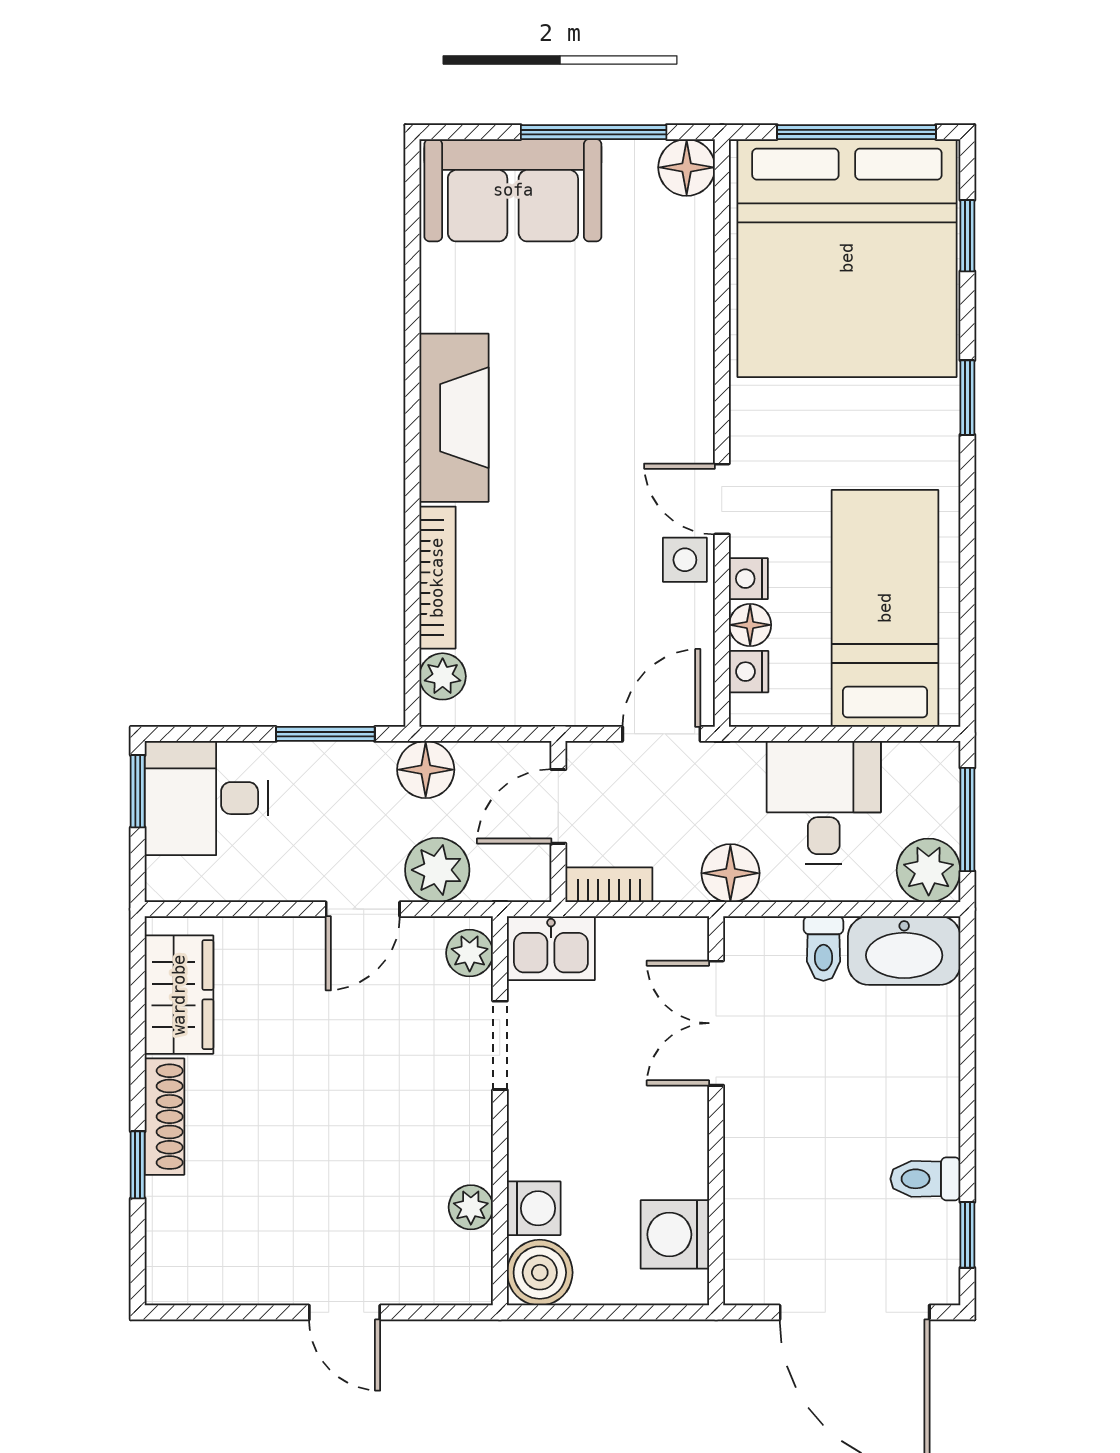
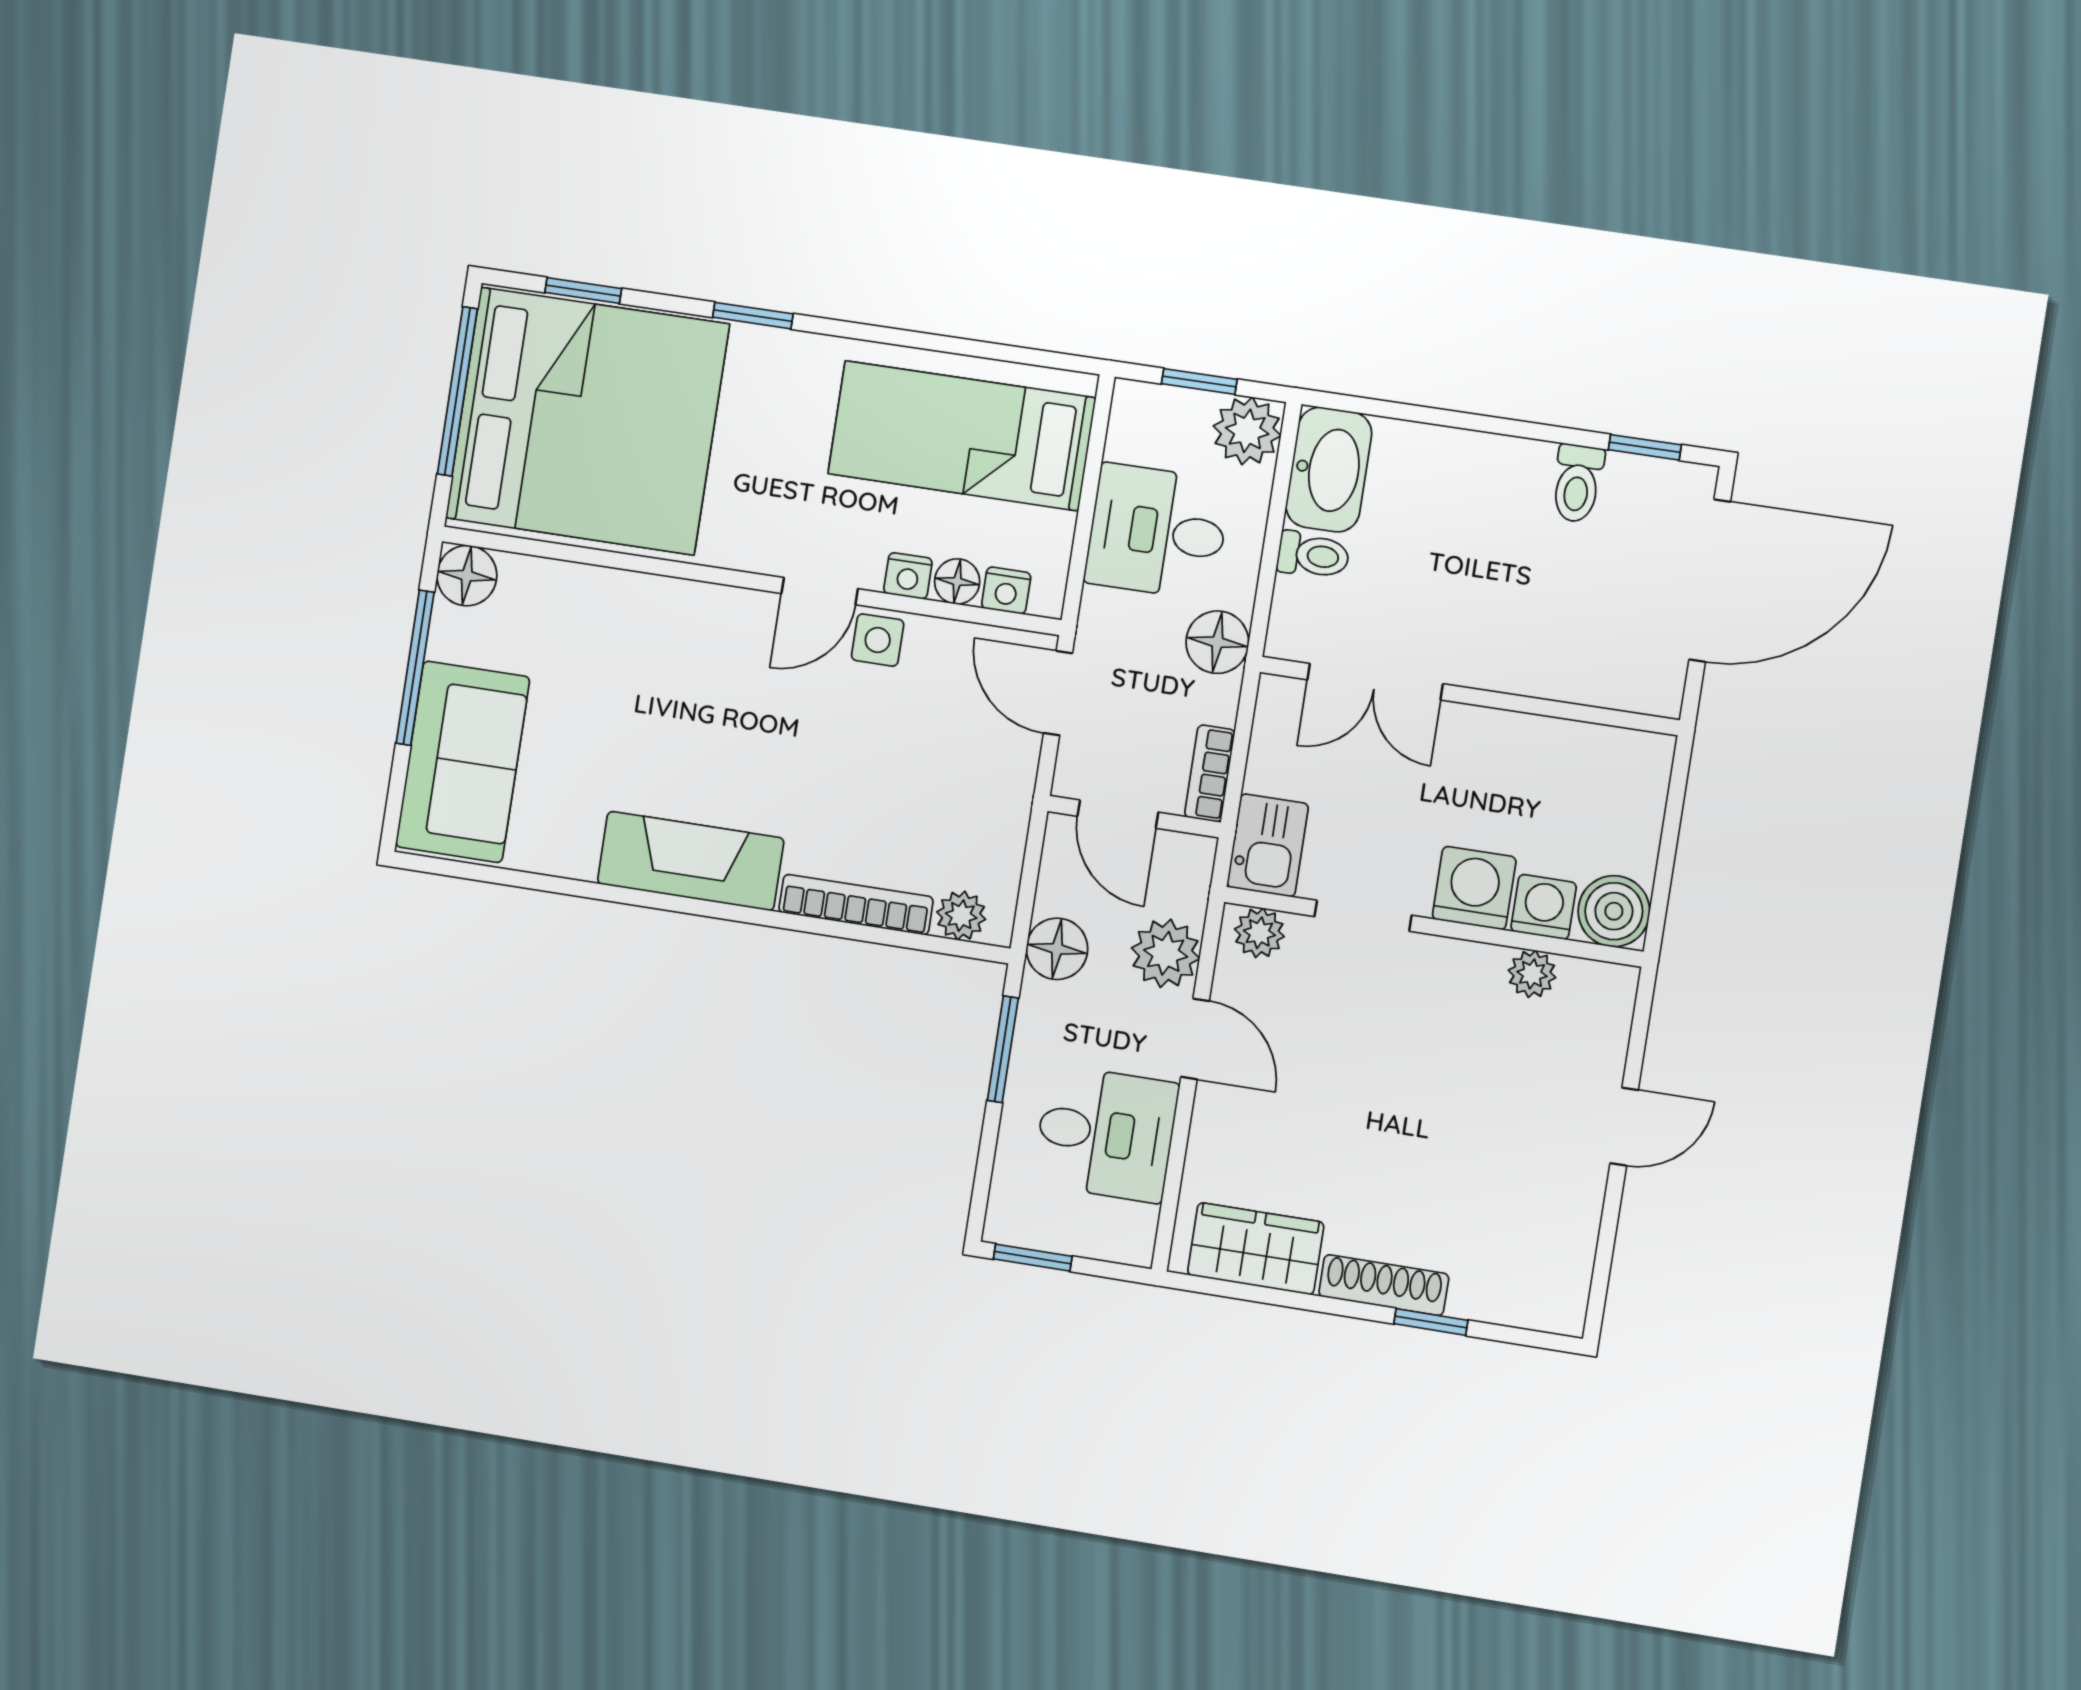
desk: (206, 798) -> (1106, 1134), moved, turned -90
window: (967, 820) -> (1199, 381), width x0.67
washing machine: (675, 1234) -> (1474, 888), moved, turned 180

